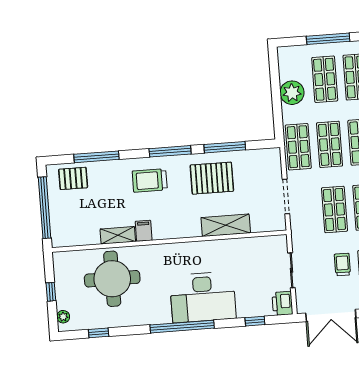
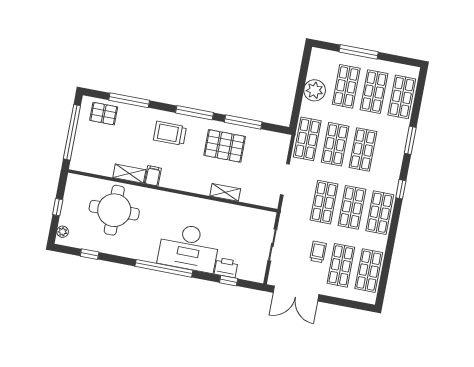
shelving: (226, 225) -> (225, 192), width x0.67, depth x0.75
printer: (282, 303) -> (226, 268), moved, turned 90

